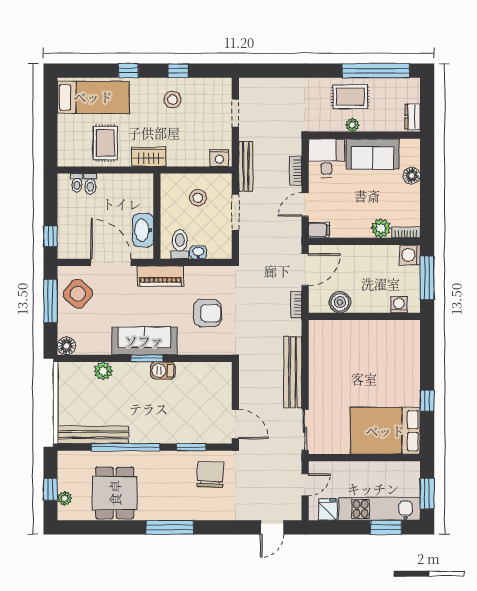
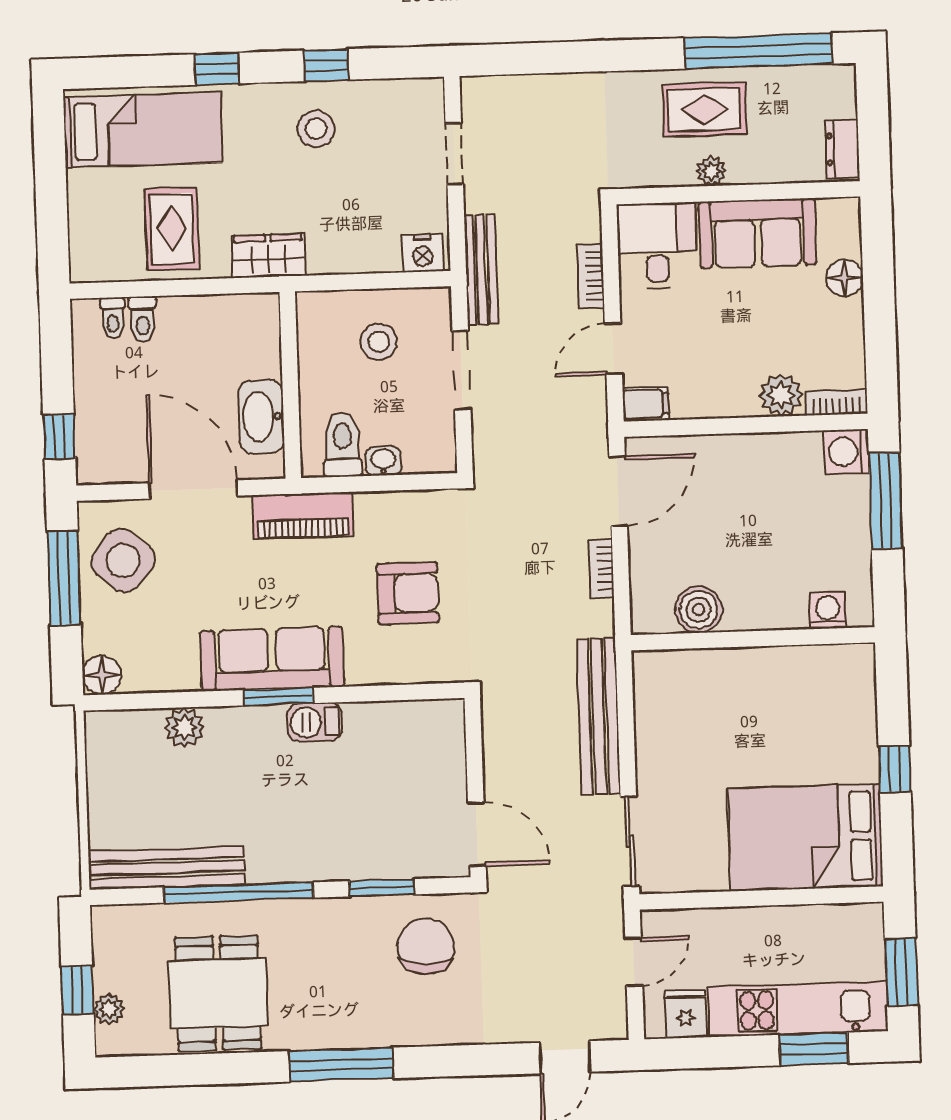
boiler: (340, 302) -> (699, 610), moved
washing machine: (399, 305) -> (828, 611), moved
wall: (364, 316) -> (753, 639), moved

